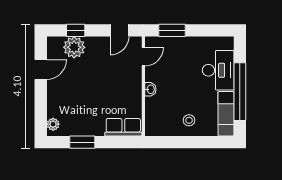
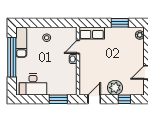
plant: (74, 47) -> (115, 88), moved
door: (143, 56) -> (78, 47), moved
desk: (218, 70) -> (33, 84), moved, turned -90

